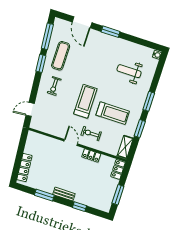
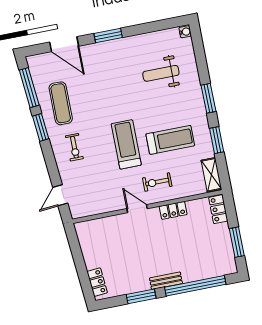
locker: (24, 168) -> (97, 282), width x0.66
window: (79, 207) -> (195, 286), width x3.17

